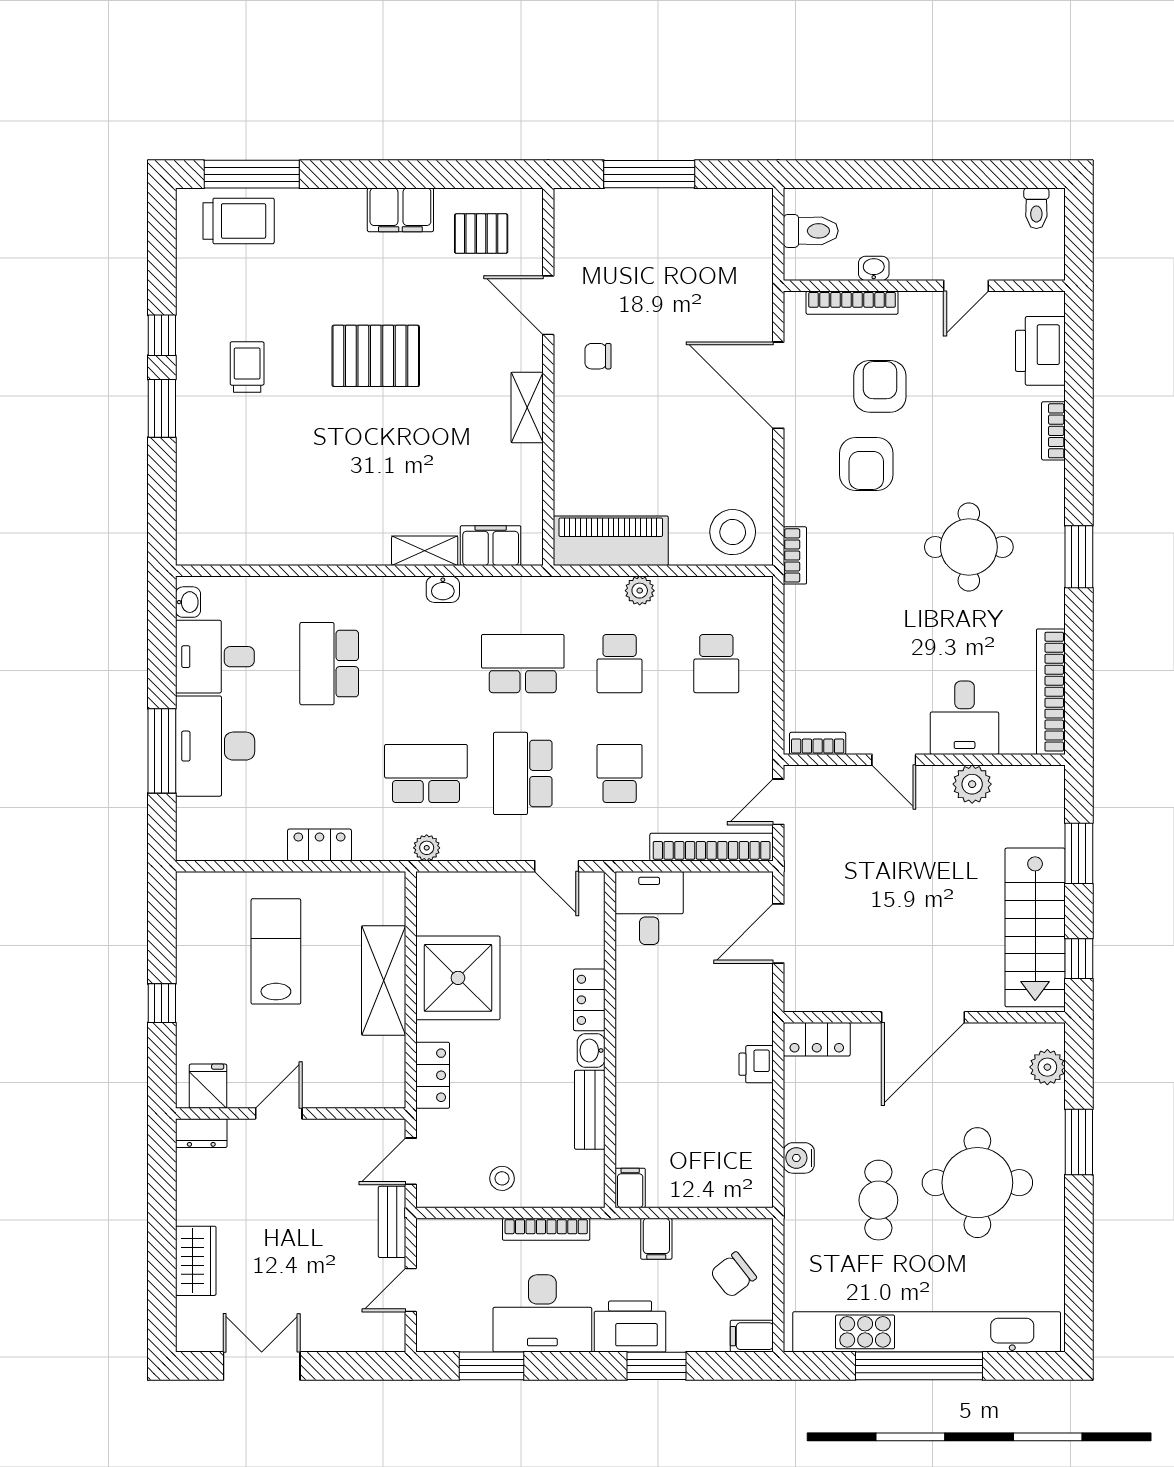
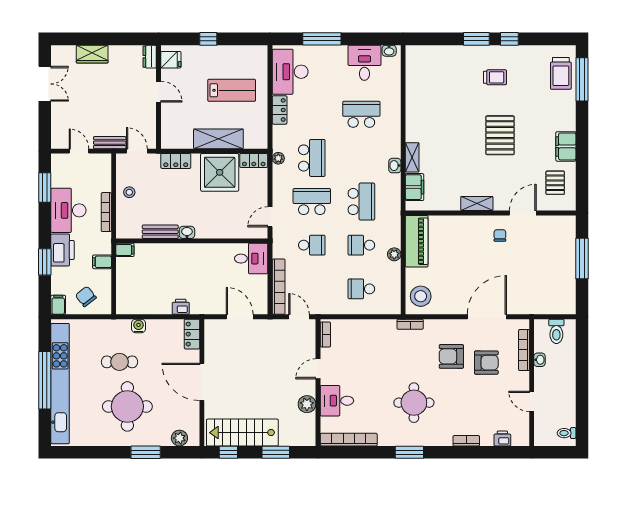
printer: (1040, 351) -> (502, 438), width x0.53, depth x0.68
desk: (215, 746) -> (290, 72), moved, turned -90
locker: (589, 1000) -> (254, 160), moved, turned 180

